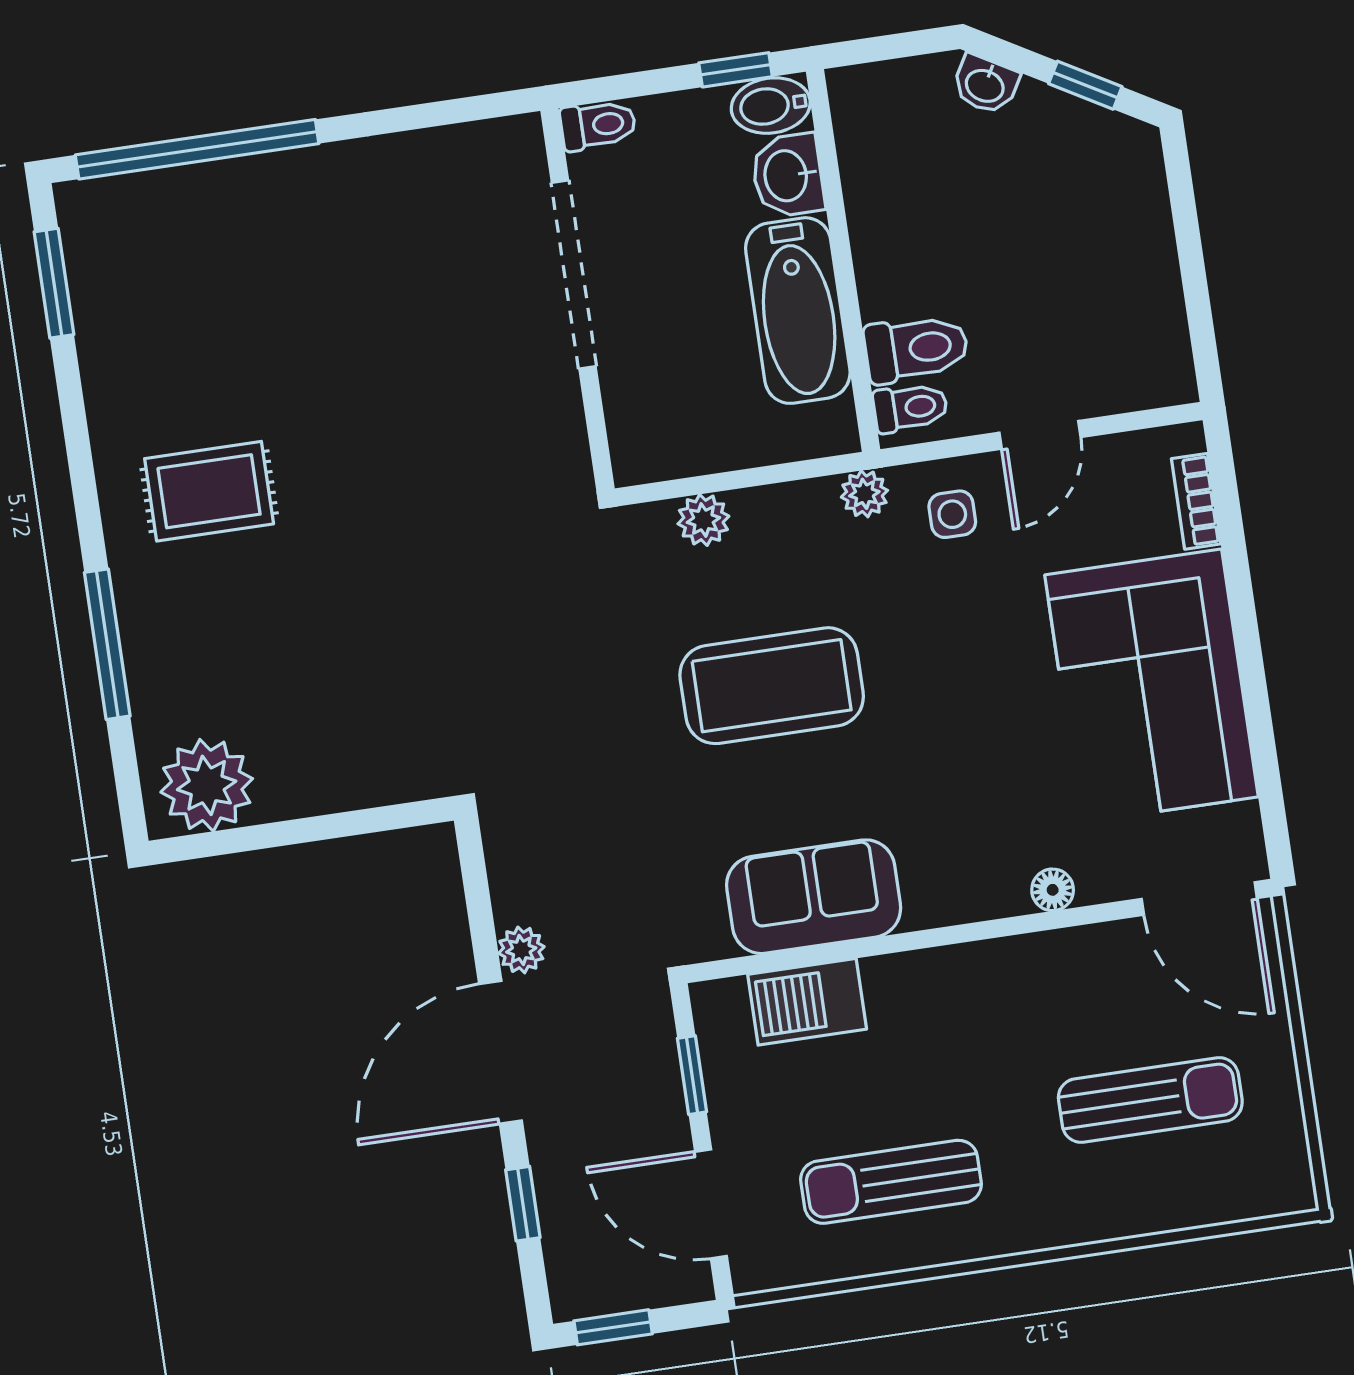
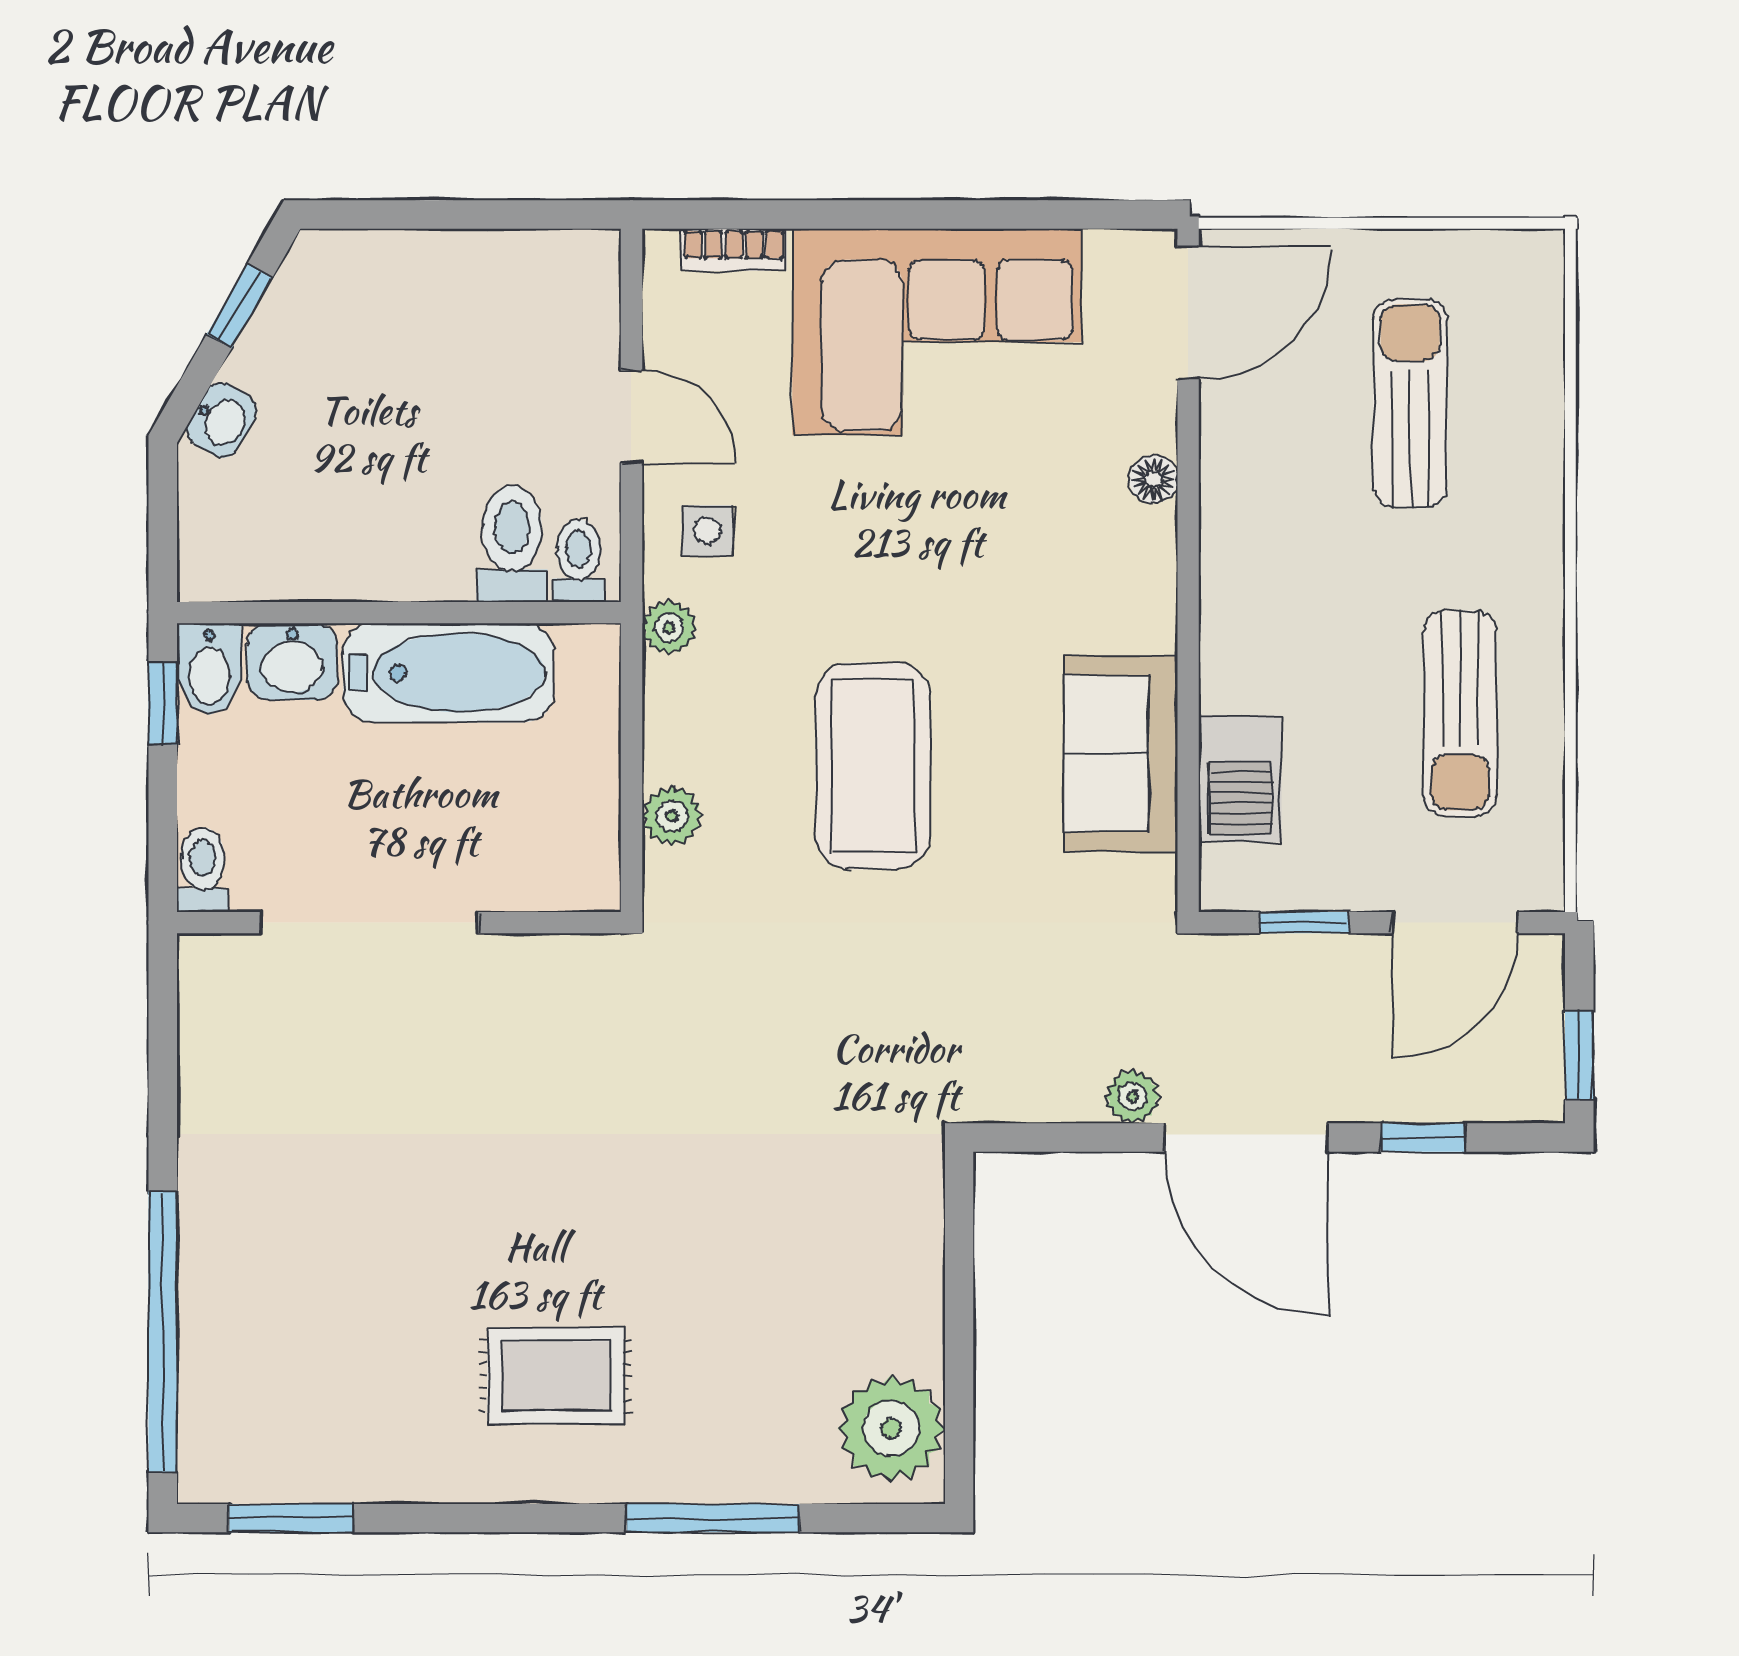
rug: (209, 491) -> (556, 1376), turned 90

